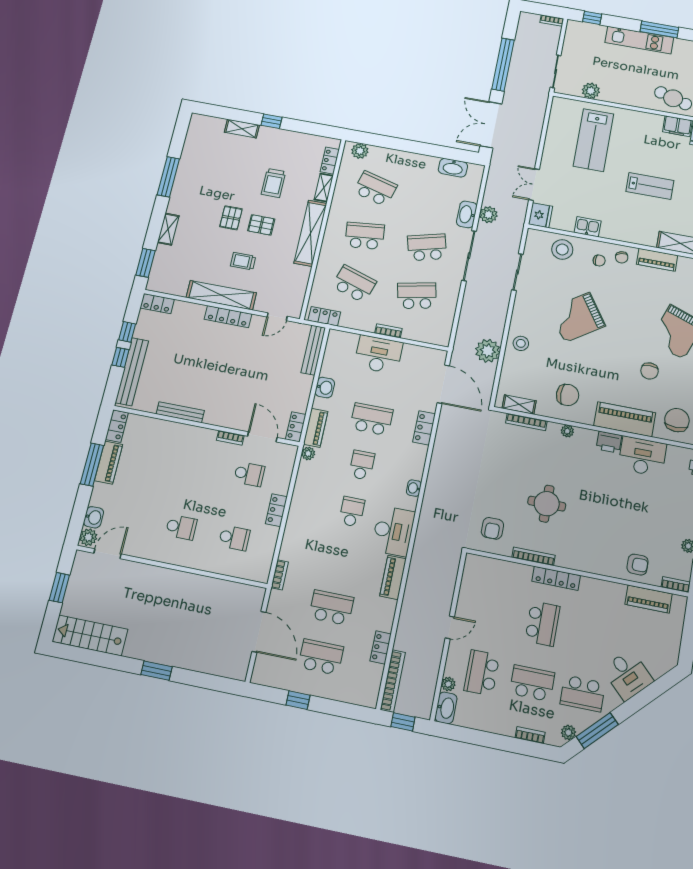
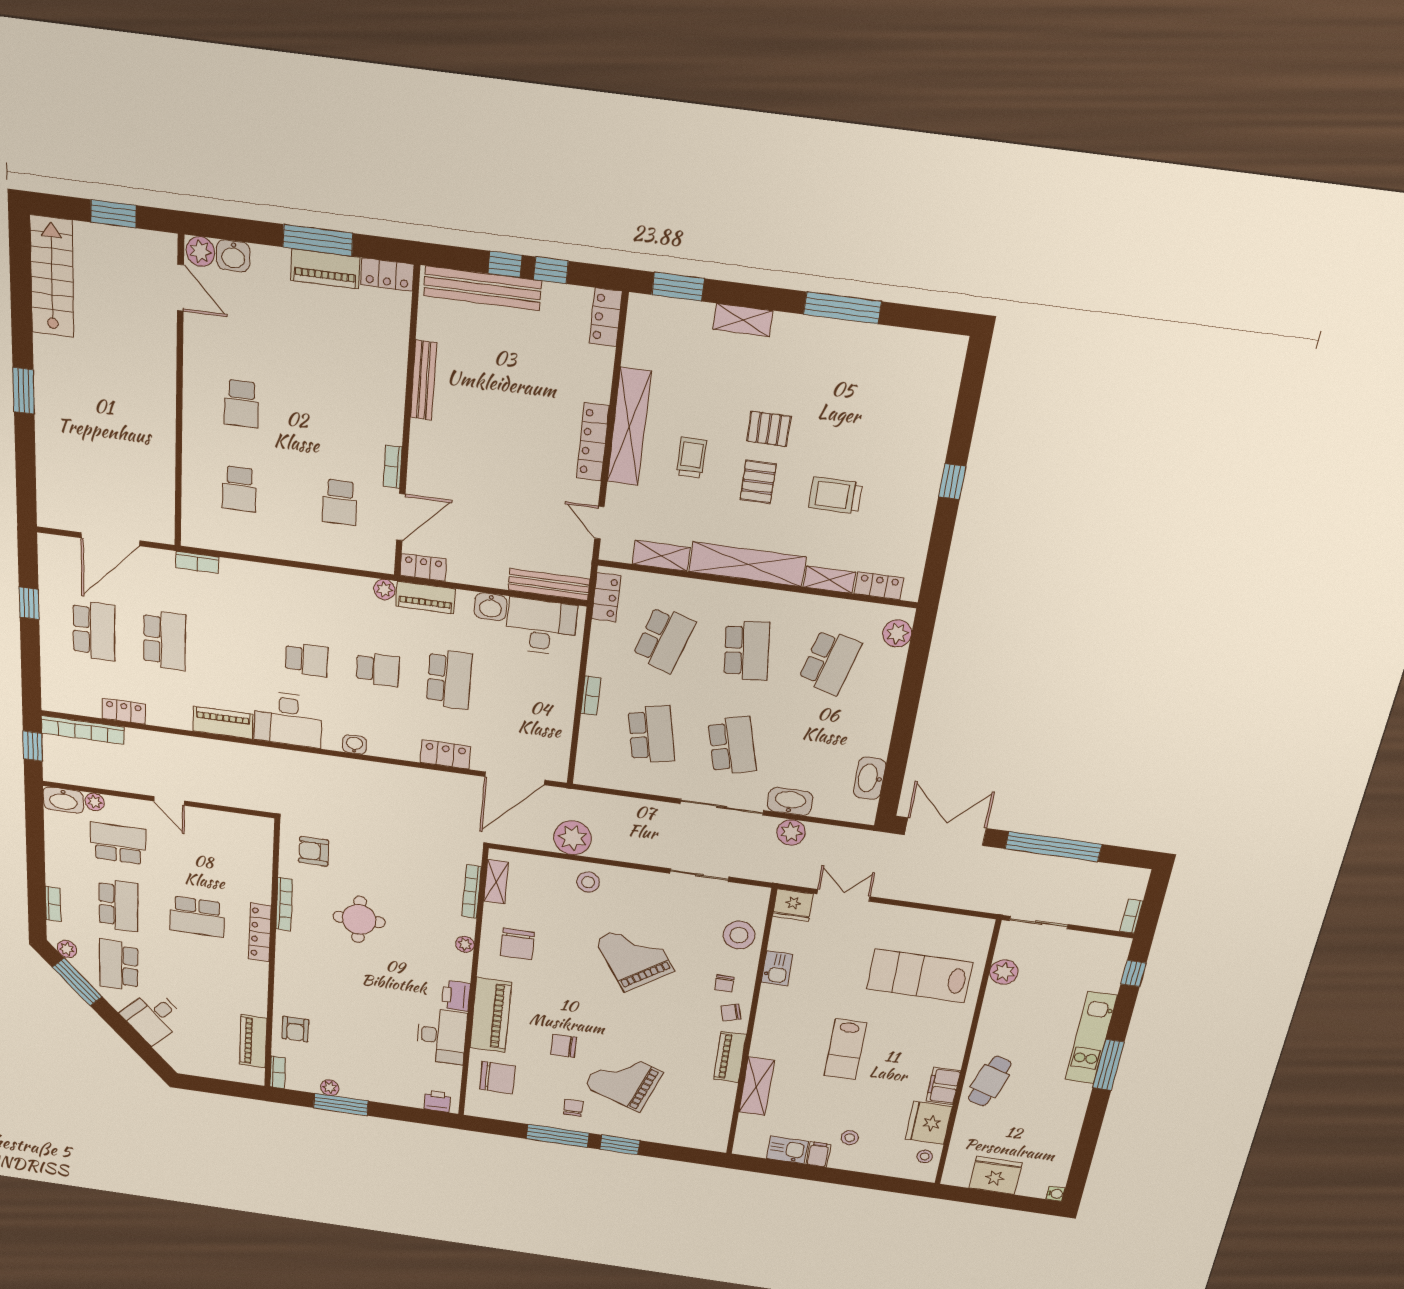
shelving: (242, 129) -> (661, 556), moved, turned 90
desk: (378, 355) -> (541, 627), moved, turned -90
locker: (276, 510) -> (291, 549), removed

